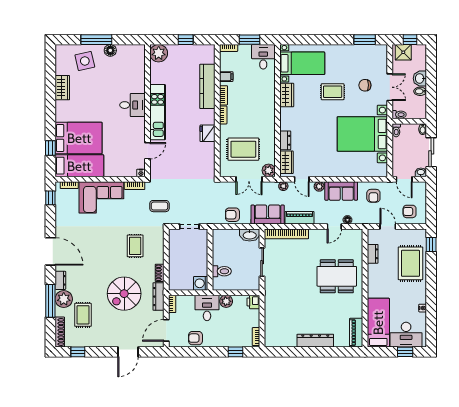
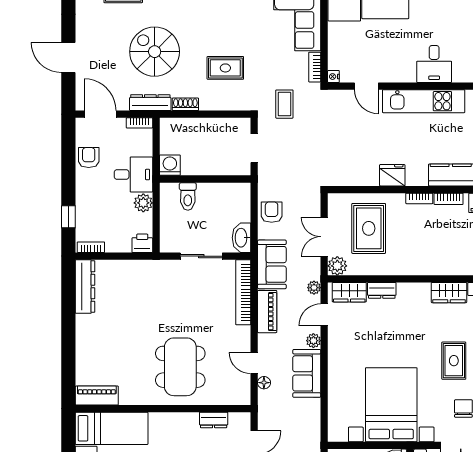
armchair: (373, 196) -> (300, 421), removed
dresser: (315, 341) -> (85, 287), moved

